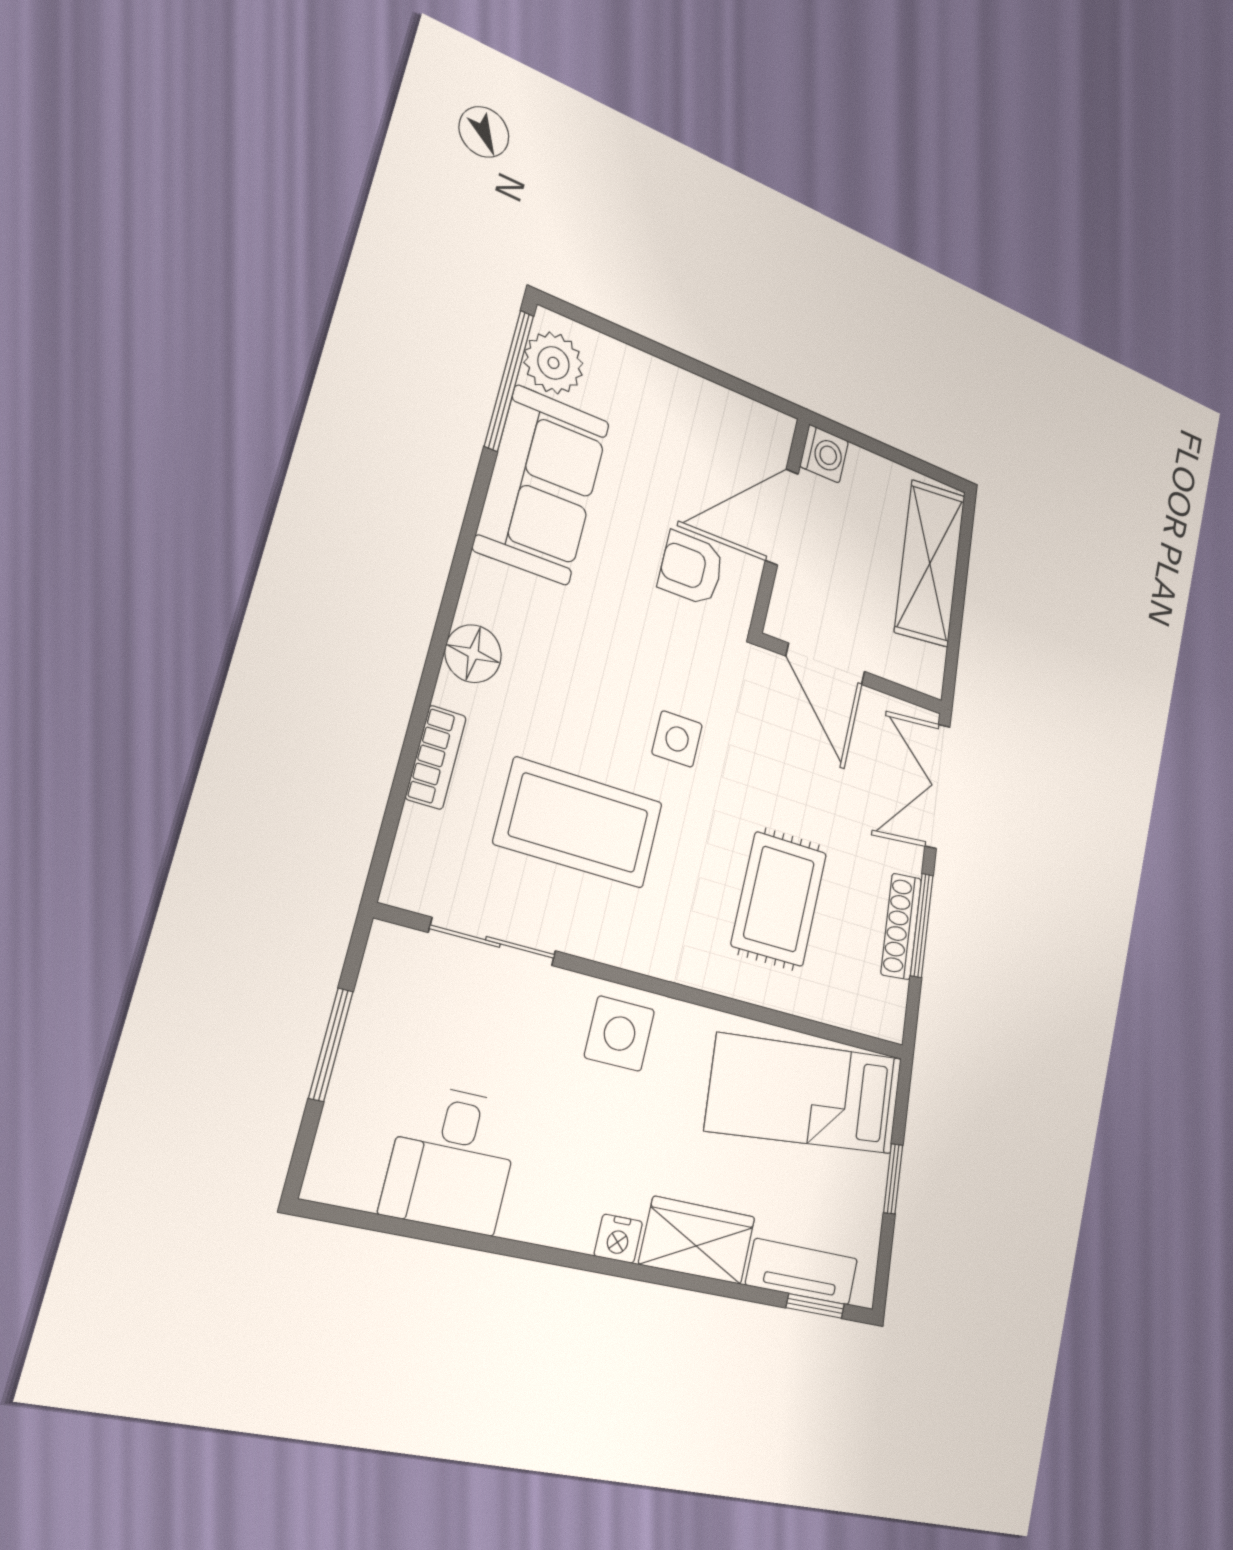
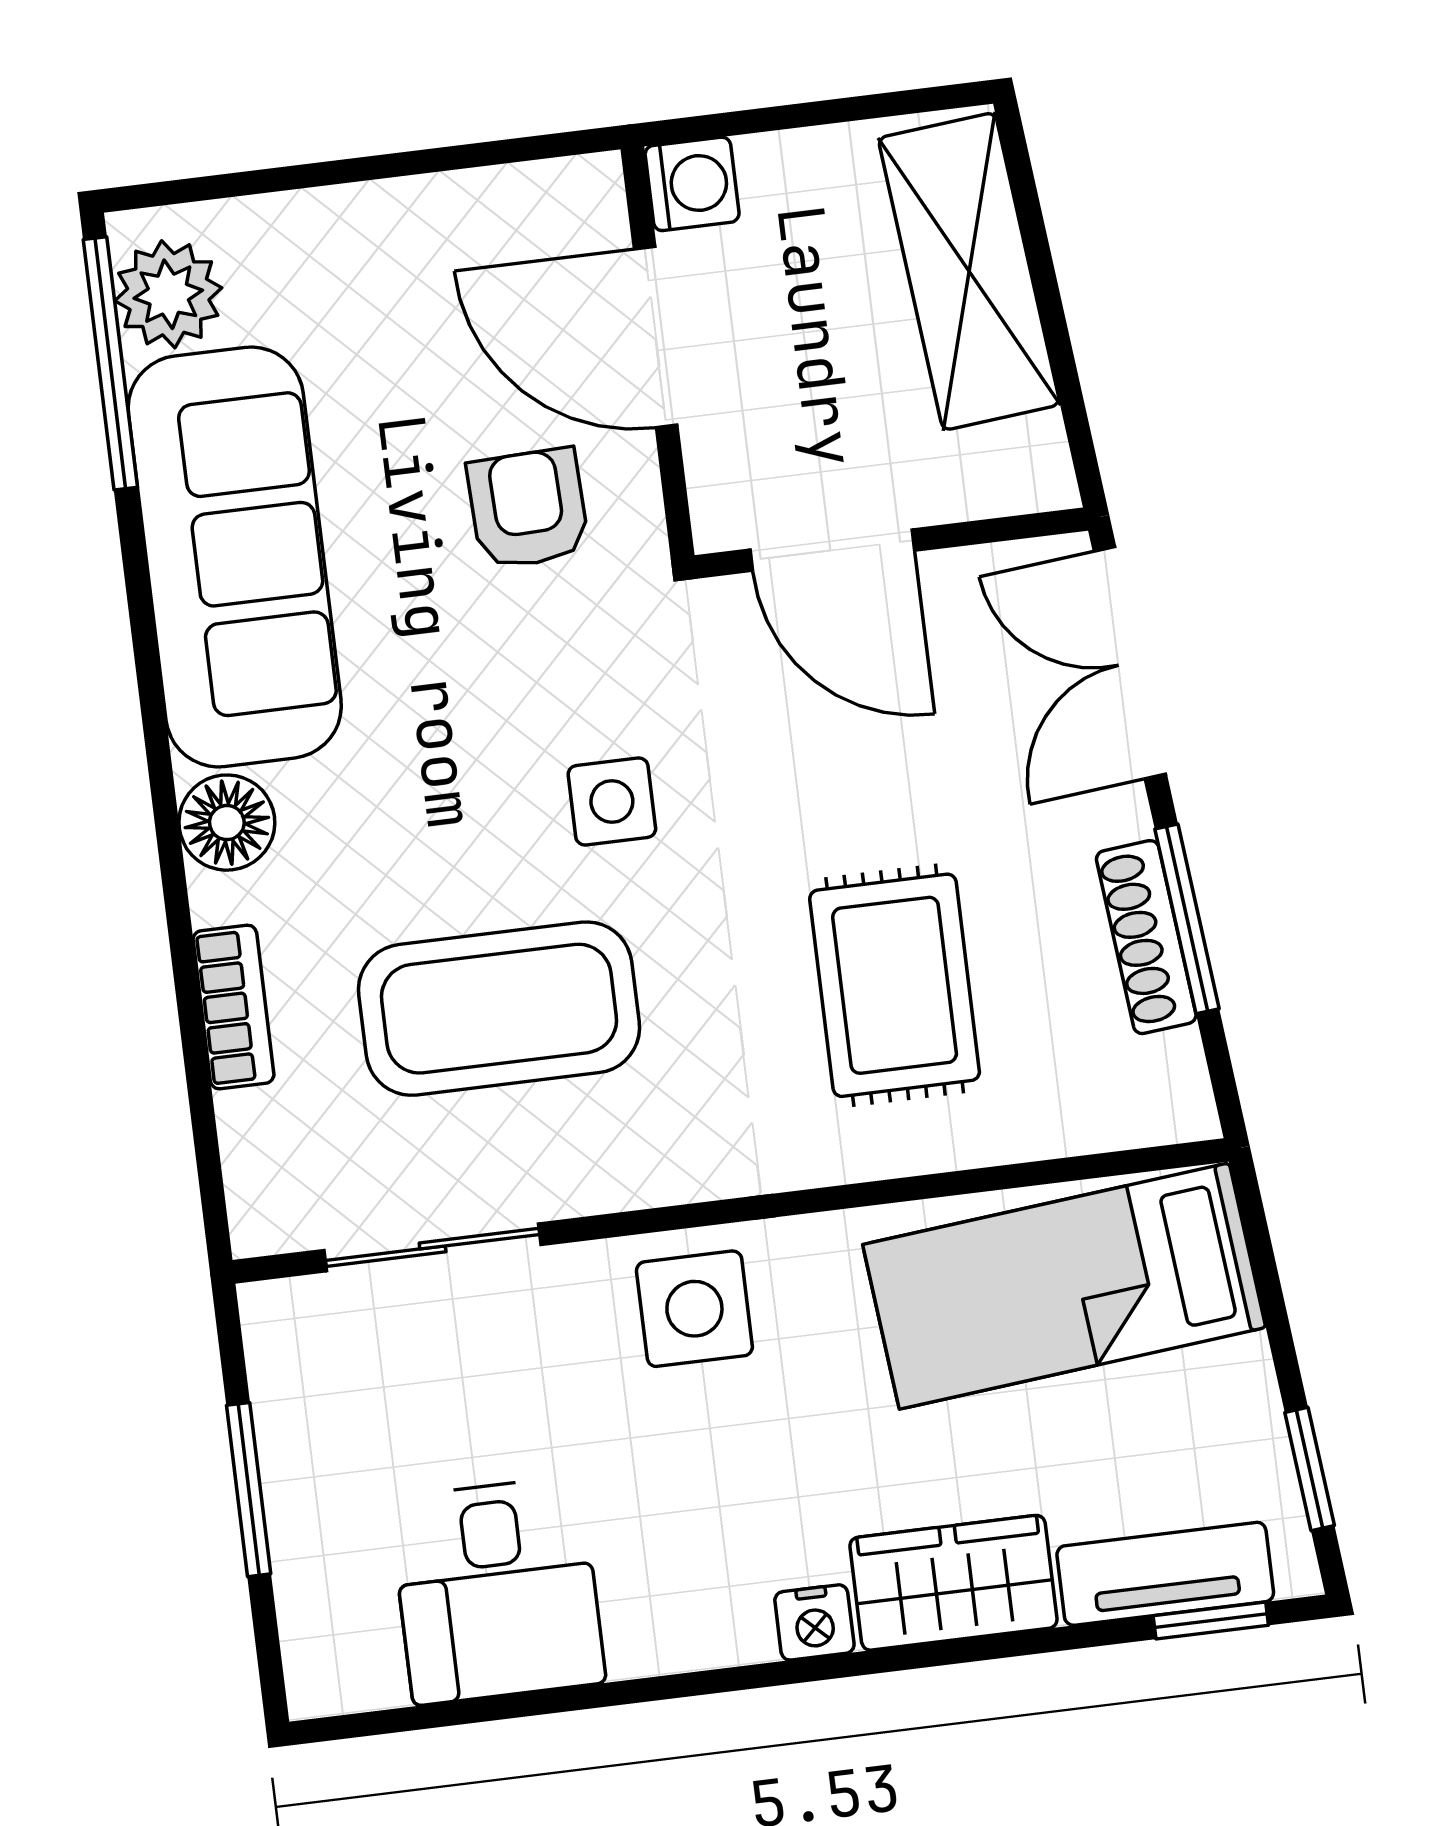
sofa: (542, 485) -> (235, 557), width x1.36
door: (782, 517) -> (656, 337), hinge flipped
armchair: (691, 568) -> (528, 509), turned 88
window: (893, 1179) -> (1310, 1469), moved

